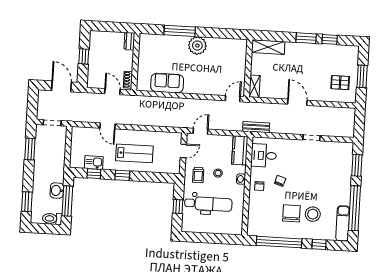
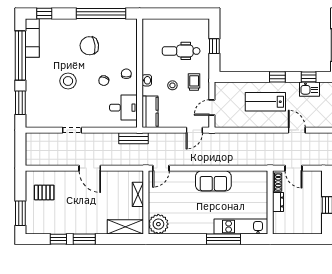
dresser: (129, 41) -> (278, 202), moved
kitchen unit: (163, 41) -> (241, 227), added
plant: (197, 46) -> (158, 224), moved
window: (362, 76) -> (20, 213), moved
sofa: (167, 83) -> (213, 181), moved
shelving: (254, 86) -> (138, 194), moved
dental chair: (208, 204) -> (181, 51), width x0.73, depth x0.72
chair: (291, 213) -> (89, 46), turned 83
stool: (313, 214) -> (68, 81), moved
window: (319, 244) -> (44, 13), moved

